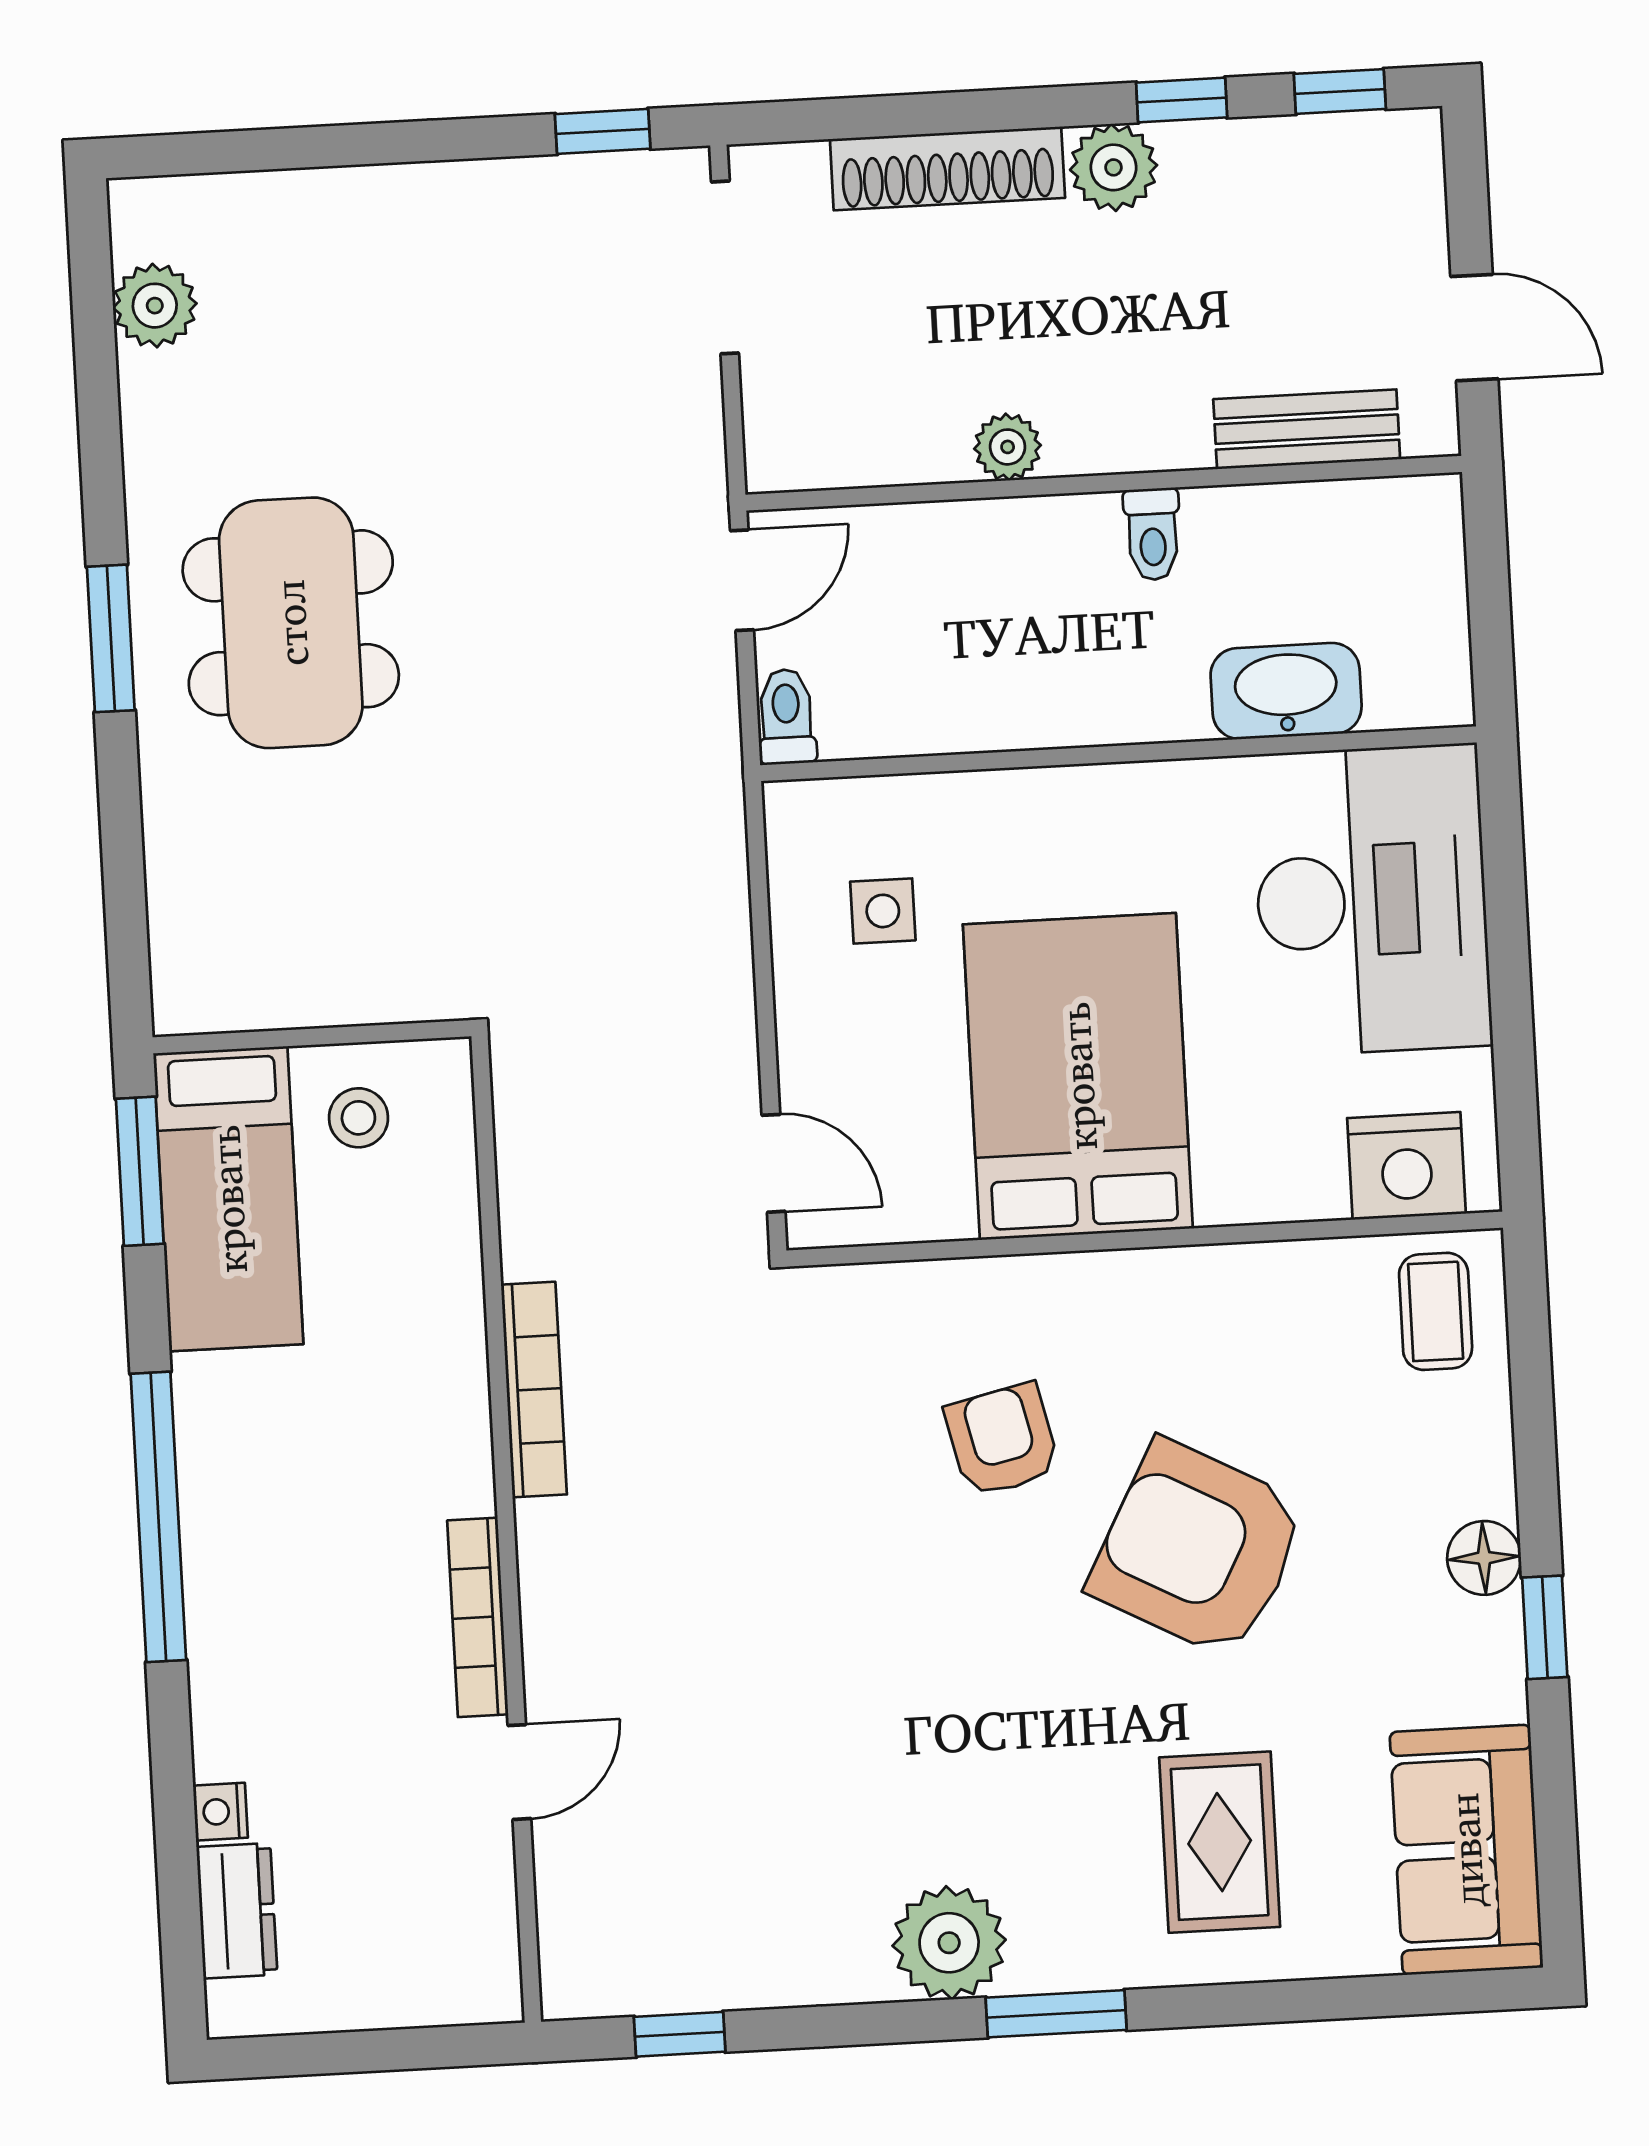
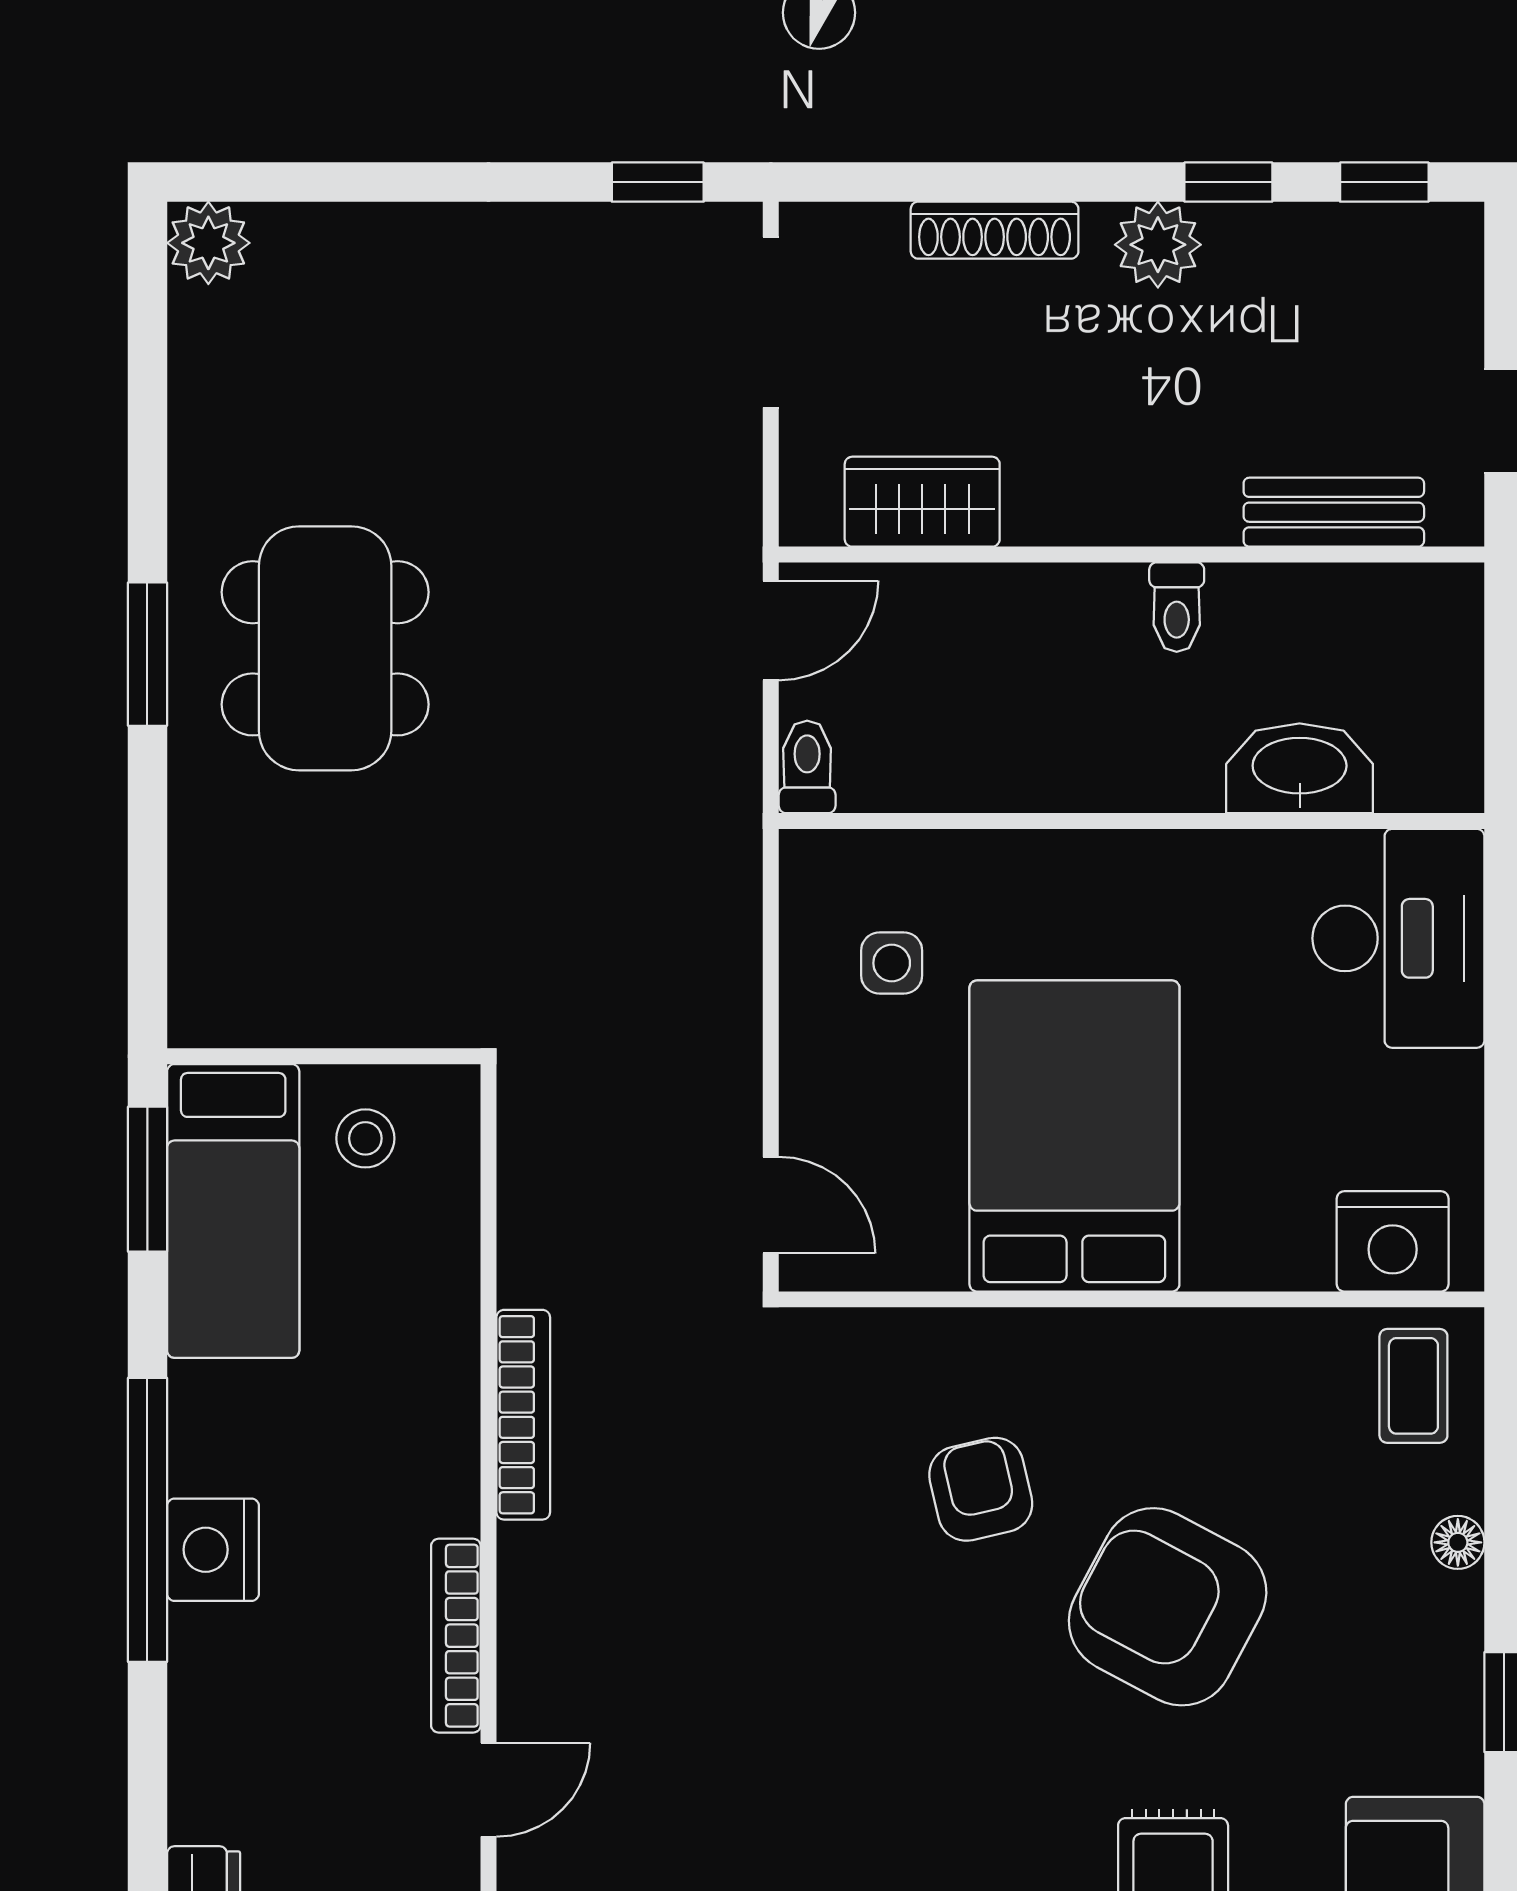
shoe rack: (947, 168) -> (995, 230), width x0.74, depth x0.81
plant: (155, 306) -> (208, 243), moved
wardrobe: (888, 441) -> (922, 502), added
plant: (1008, 447) -> (1039, 514), removed
desk: (1372, 900) -> (1398, 938), width x0.73, depth x0.77
floor lamp: (1484, 1558) -> (1458, 1542), moved, width x0.73, depth x0.73
nightstand: (220, 1812) -> (213, 1550), moved, width x1.89, depth x1.79

